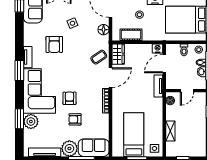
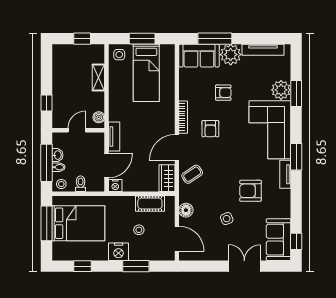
armchair: (54, 44) -> (250, 191), turned -90
armchair: (69, 98) -> (210, 129), moved

